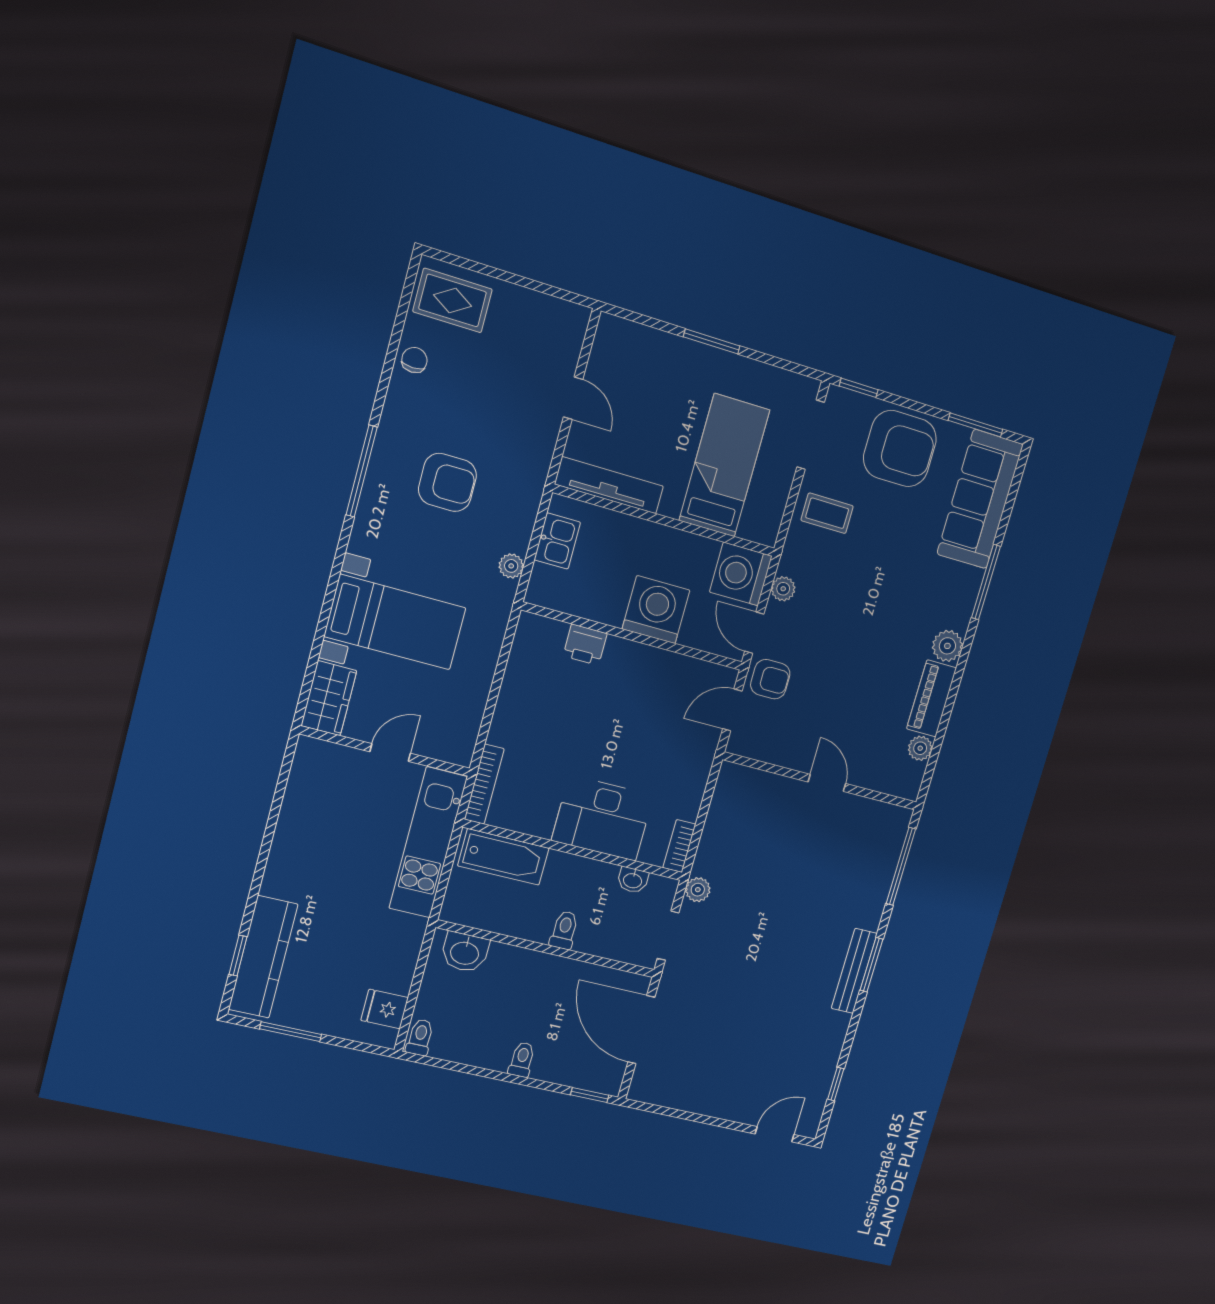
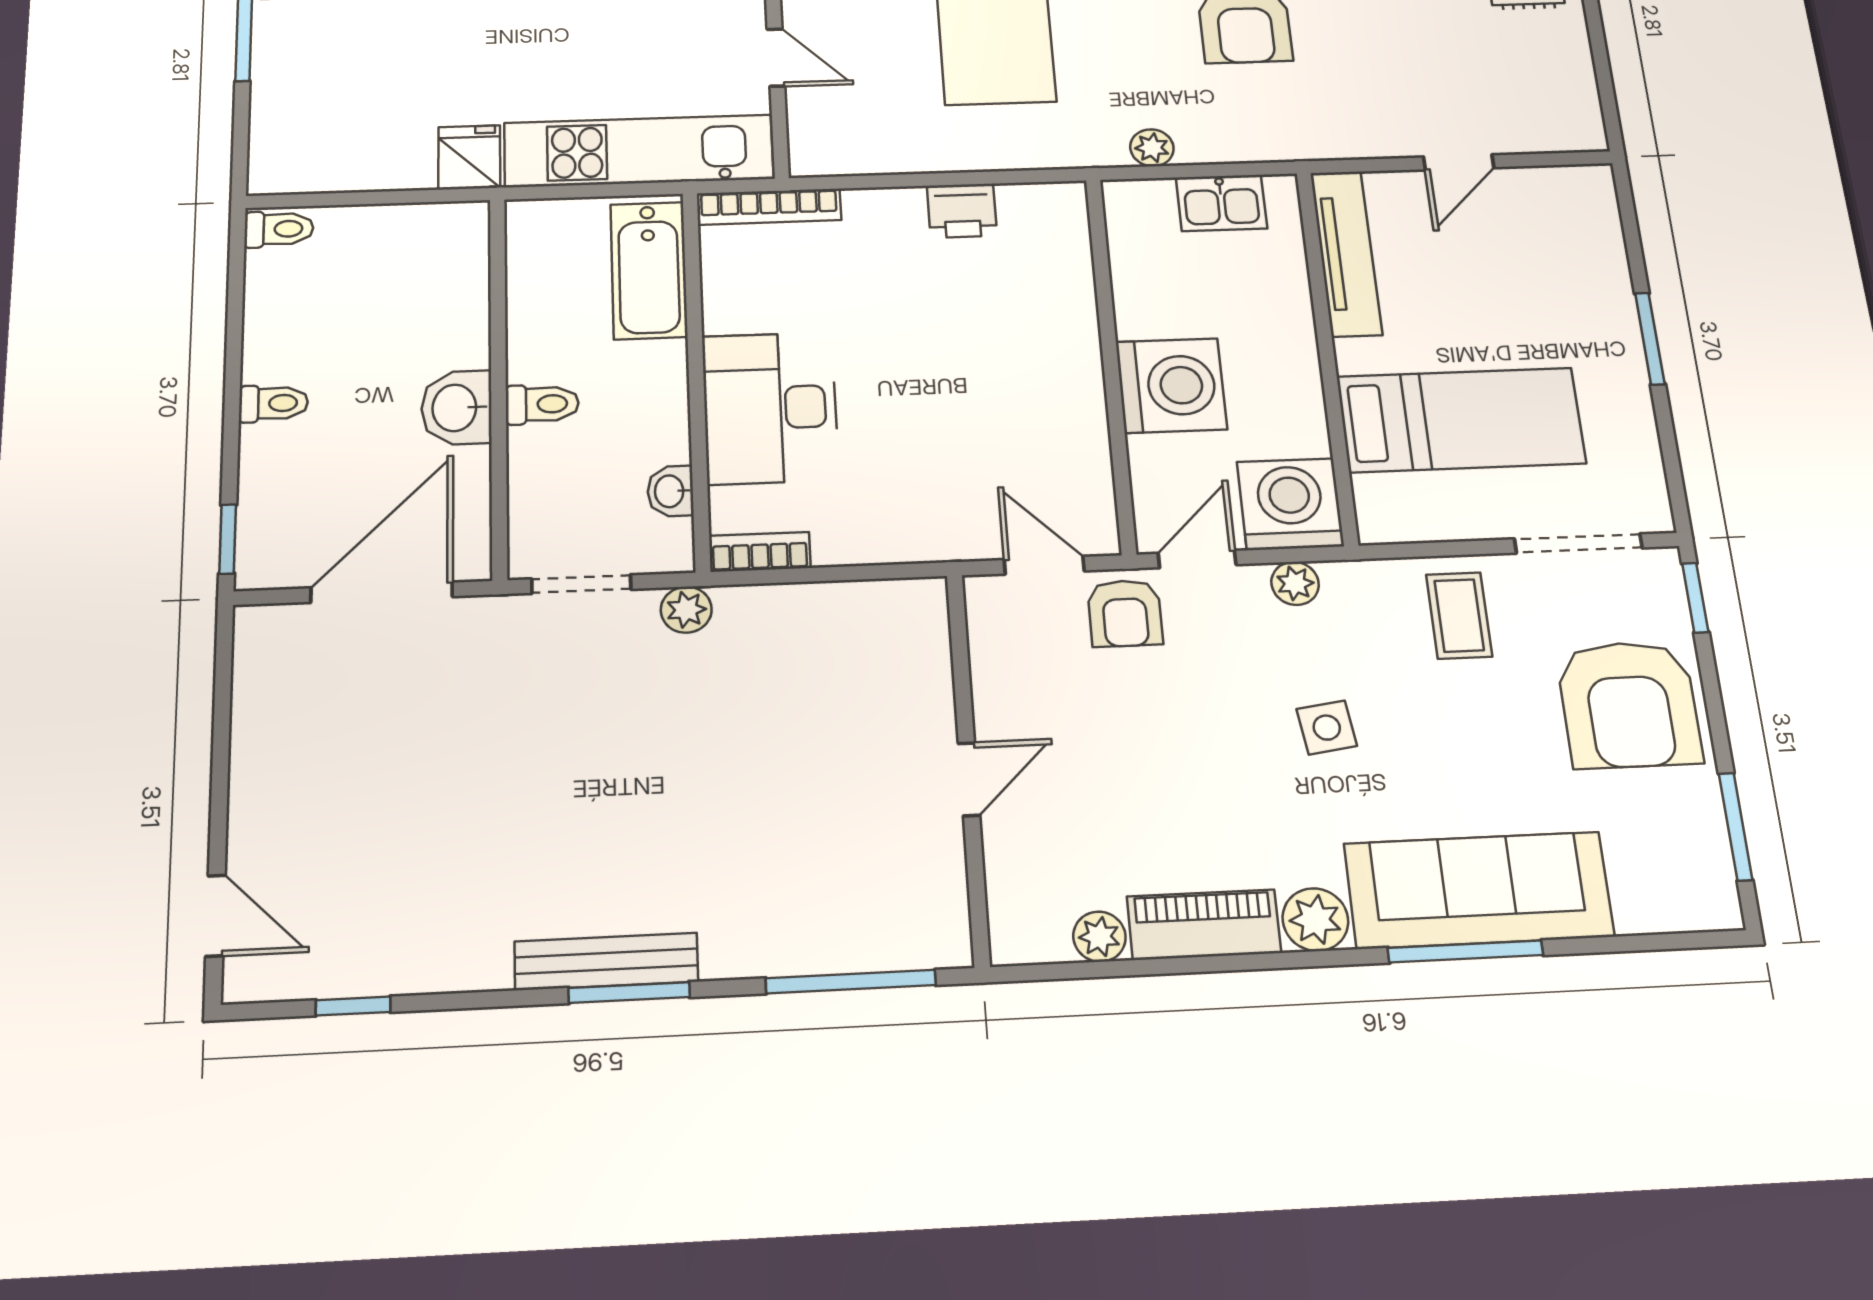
sofa: (980, 499) -> (1479, 890), moved
side table: (860, 603) -> (1327, 728), added
printer: (585, 645) -> (962, 211), moved, turned -90
washbasin: (465, 952) -> (456, 408), moved
fridge: (385, 1009) -> (469, 157), moved

